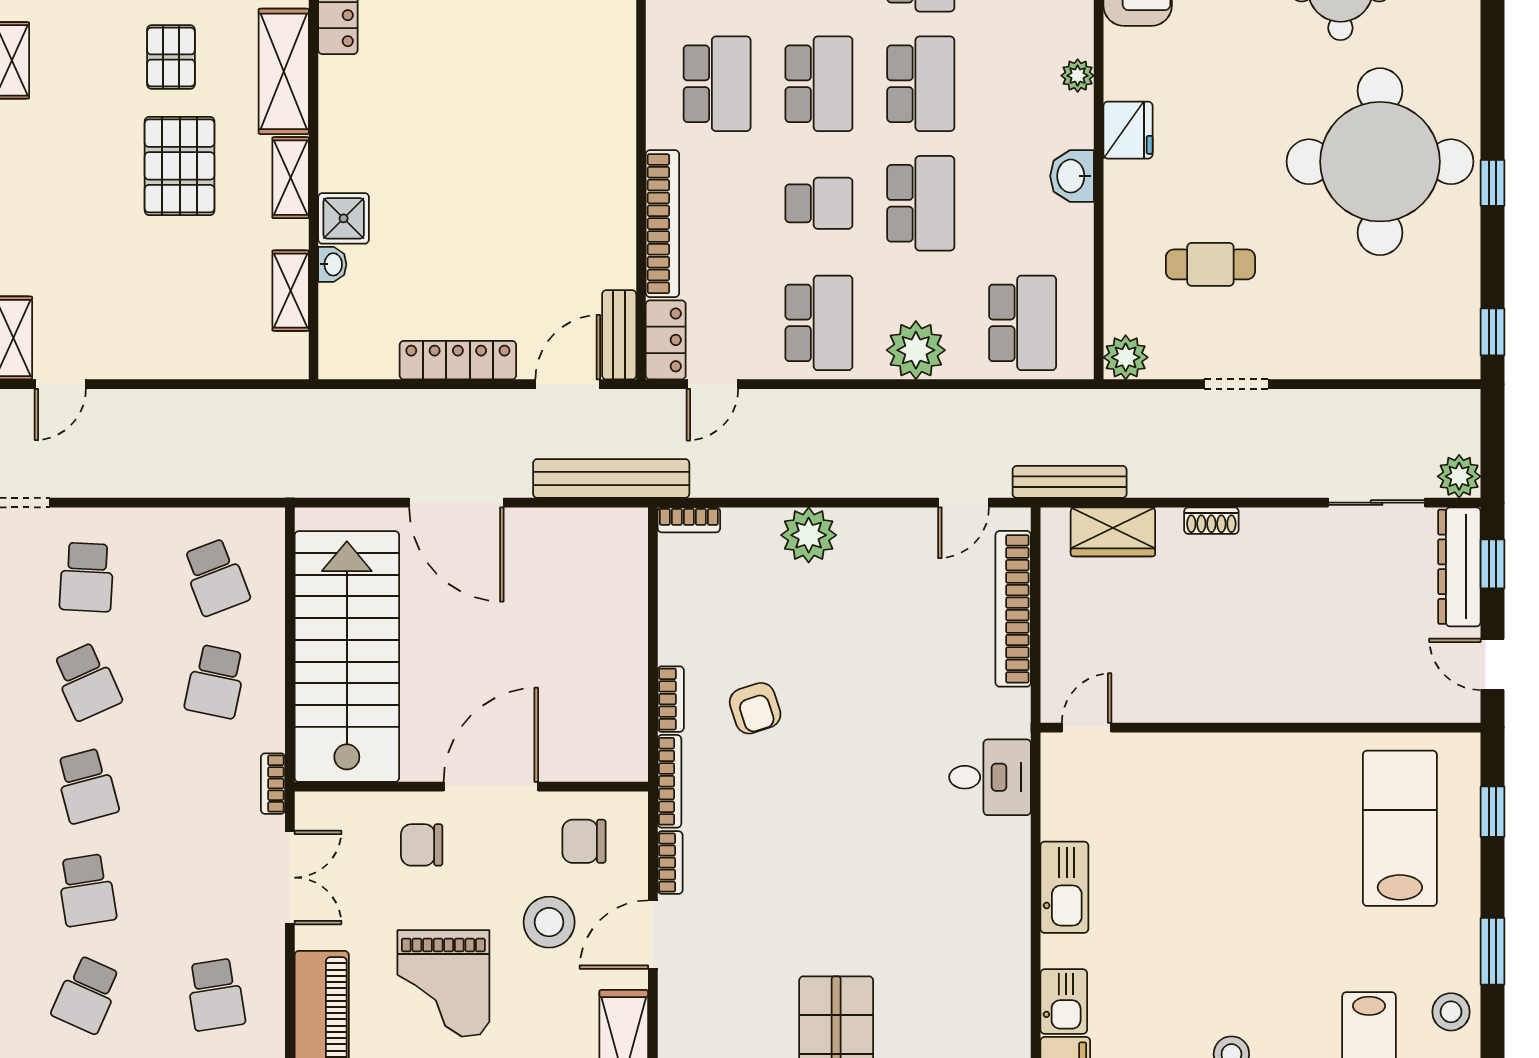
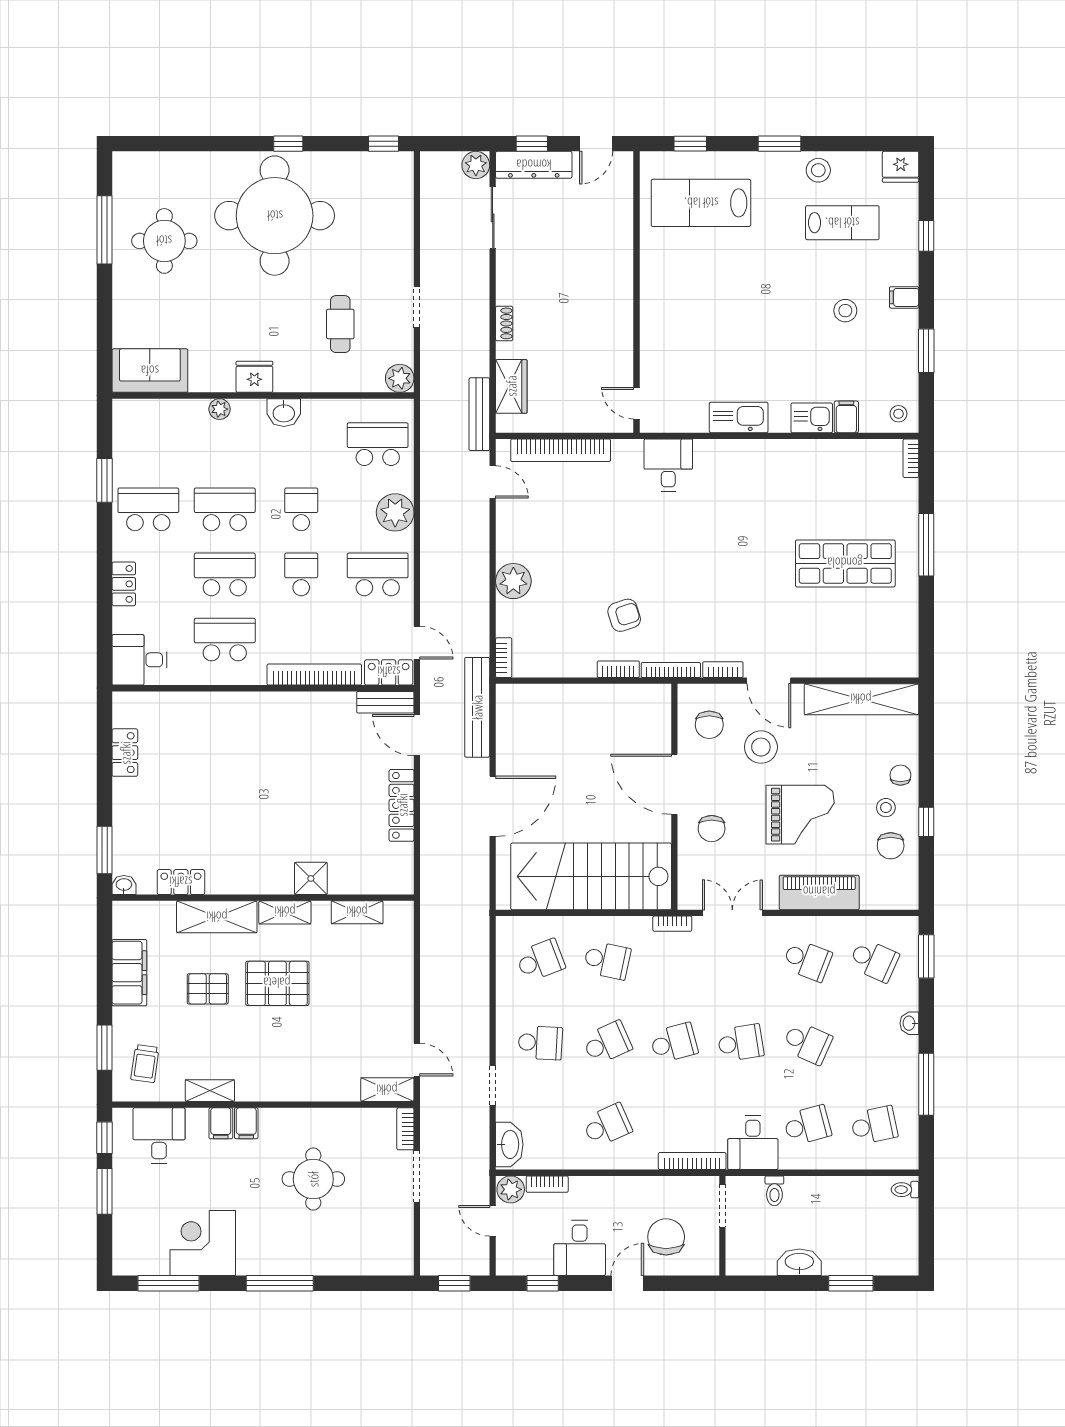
school desk: (921, 203) -> (301, 509), width x0.54
washbasin: (332, 264) -> (340, 886), removed
school desk: (216, 995) -> (807, 960), turned 30

